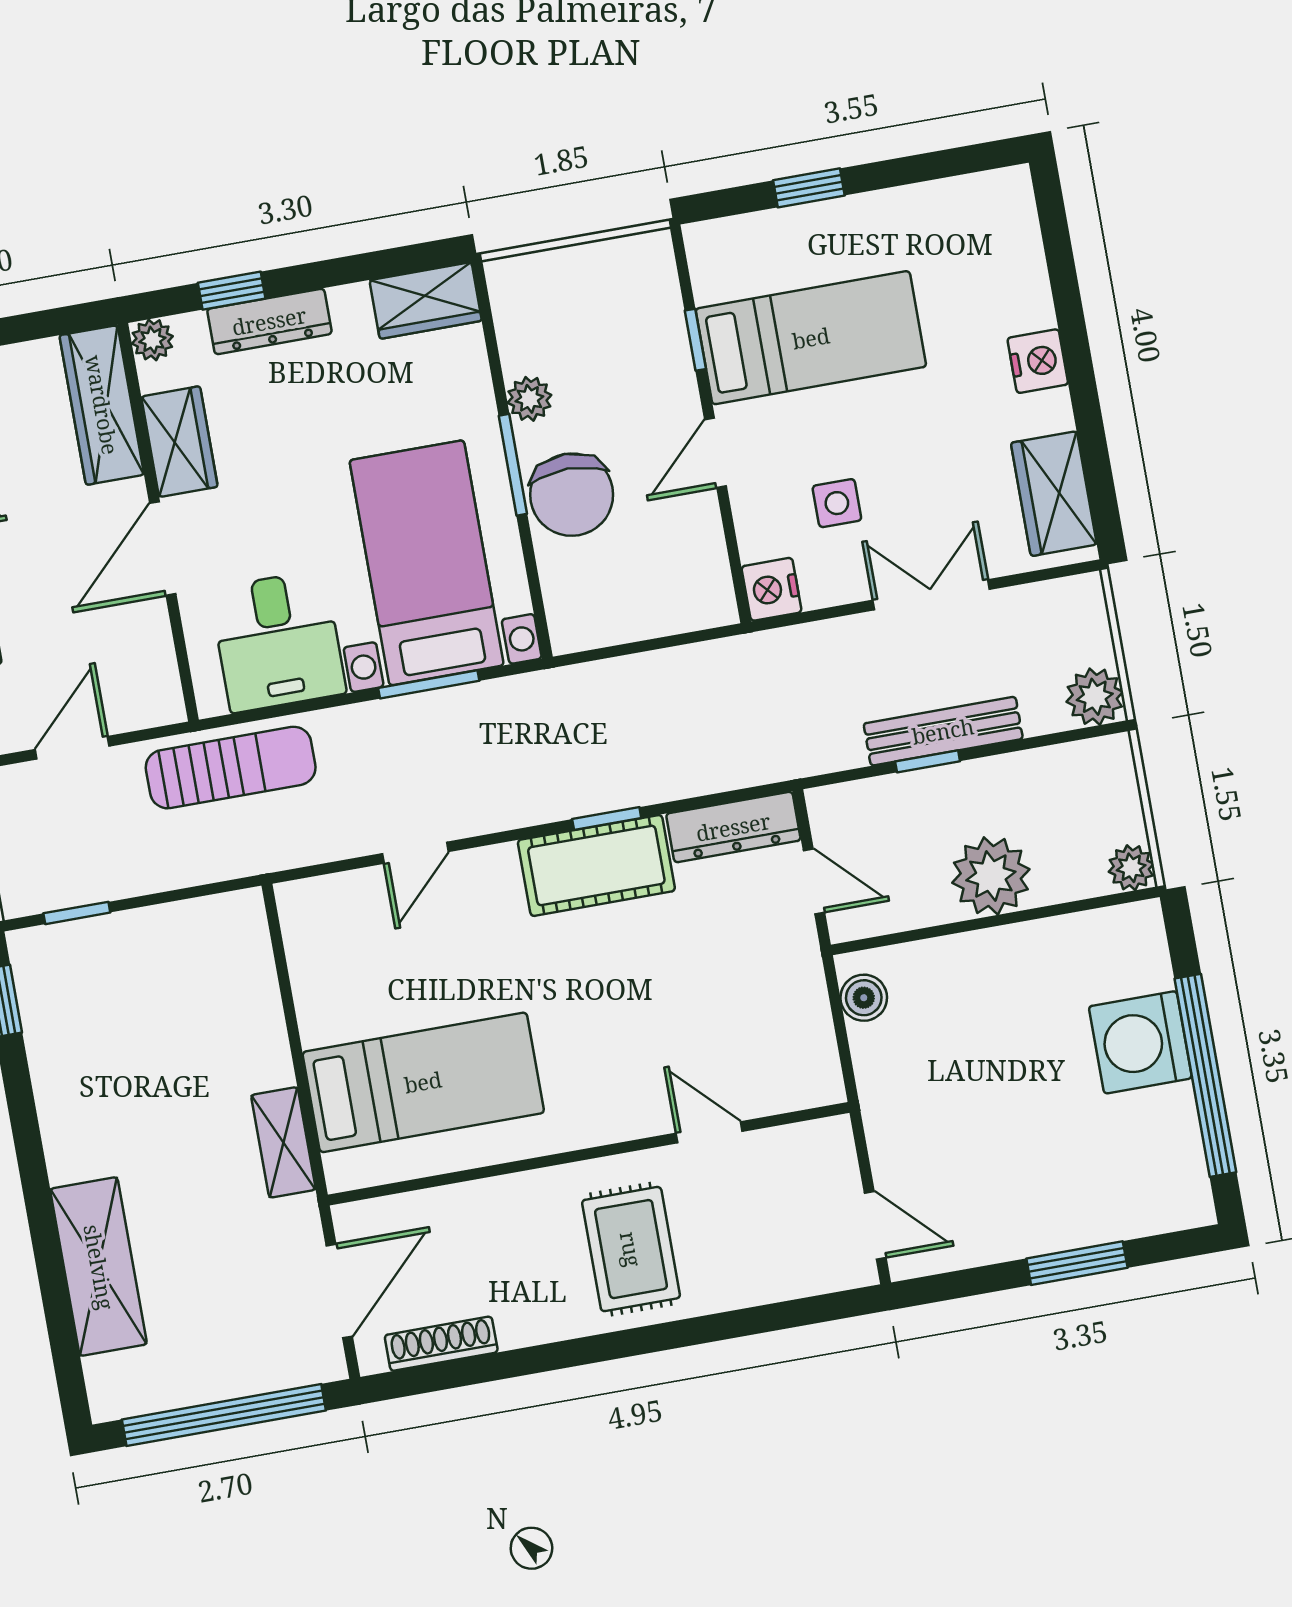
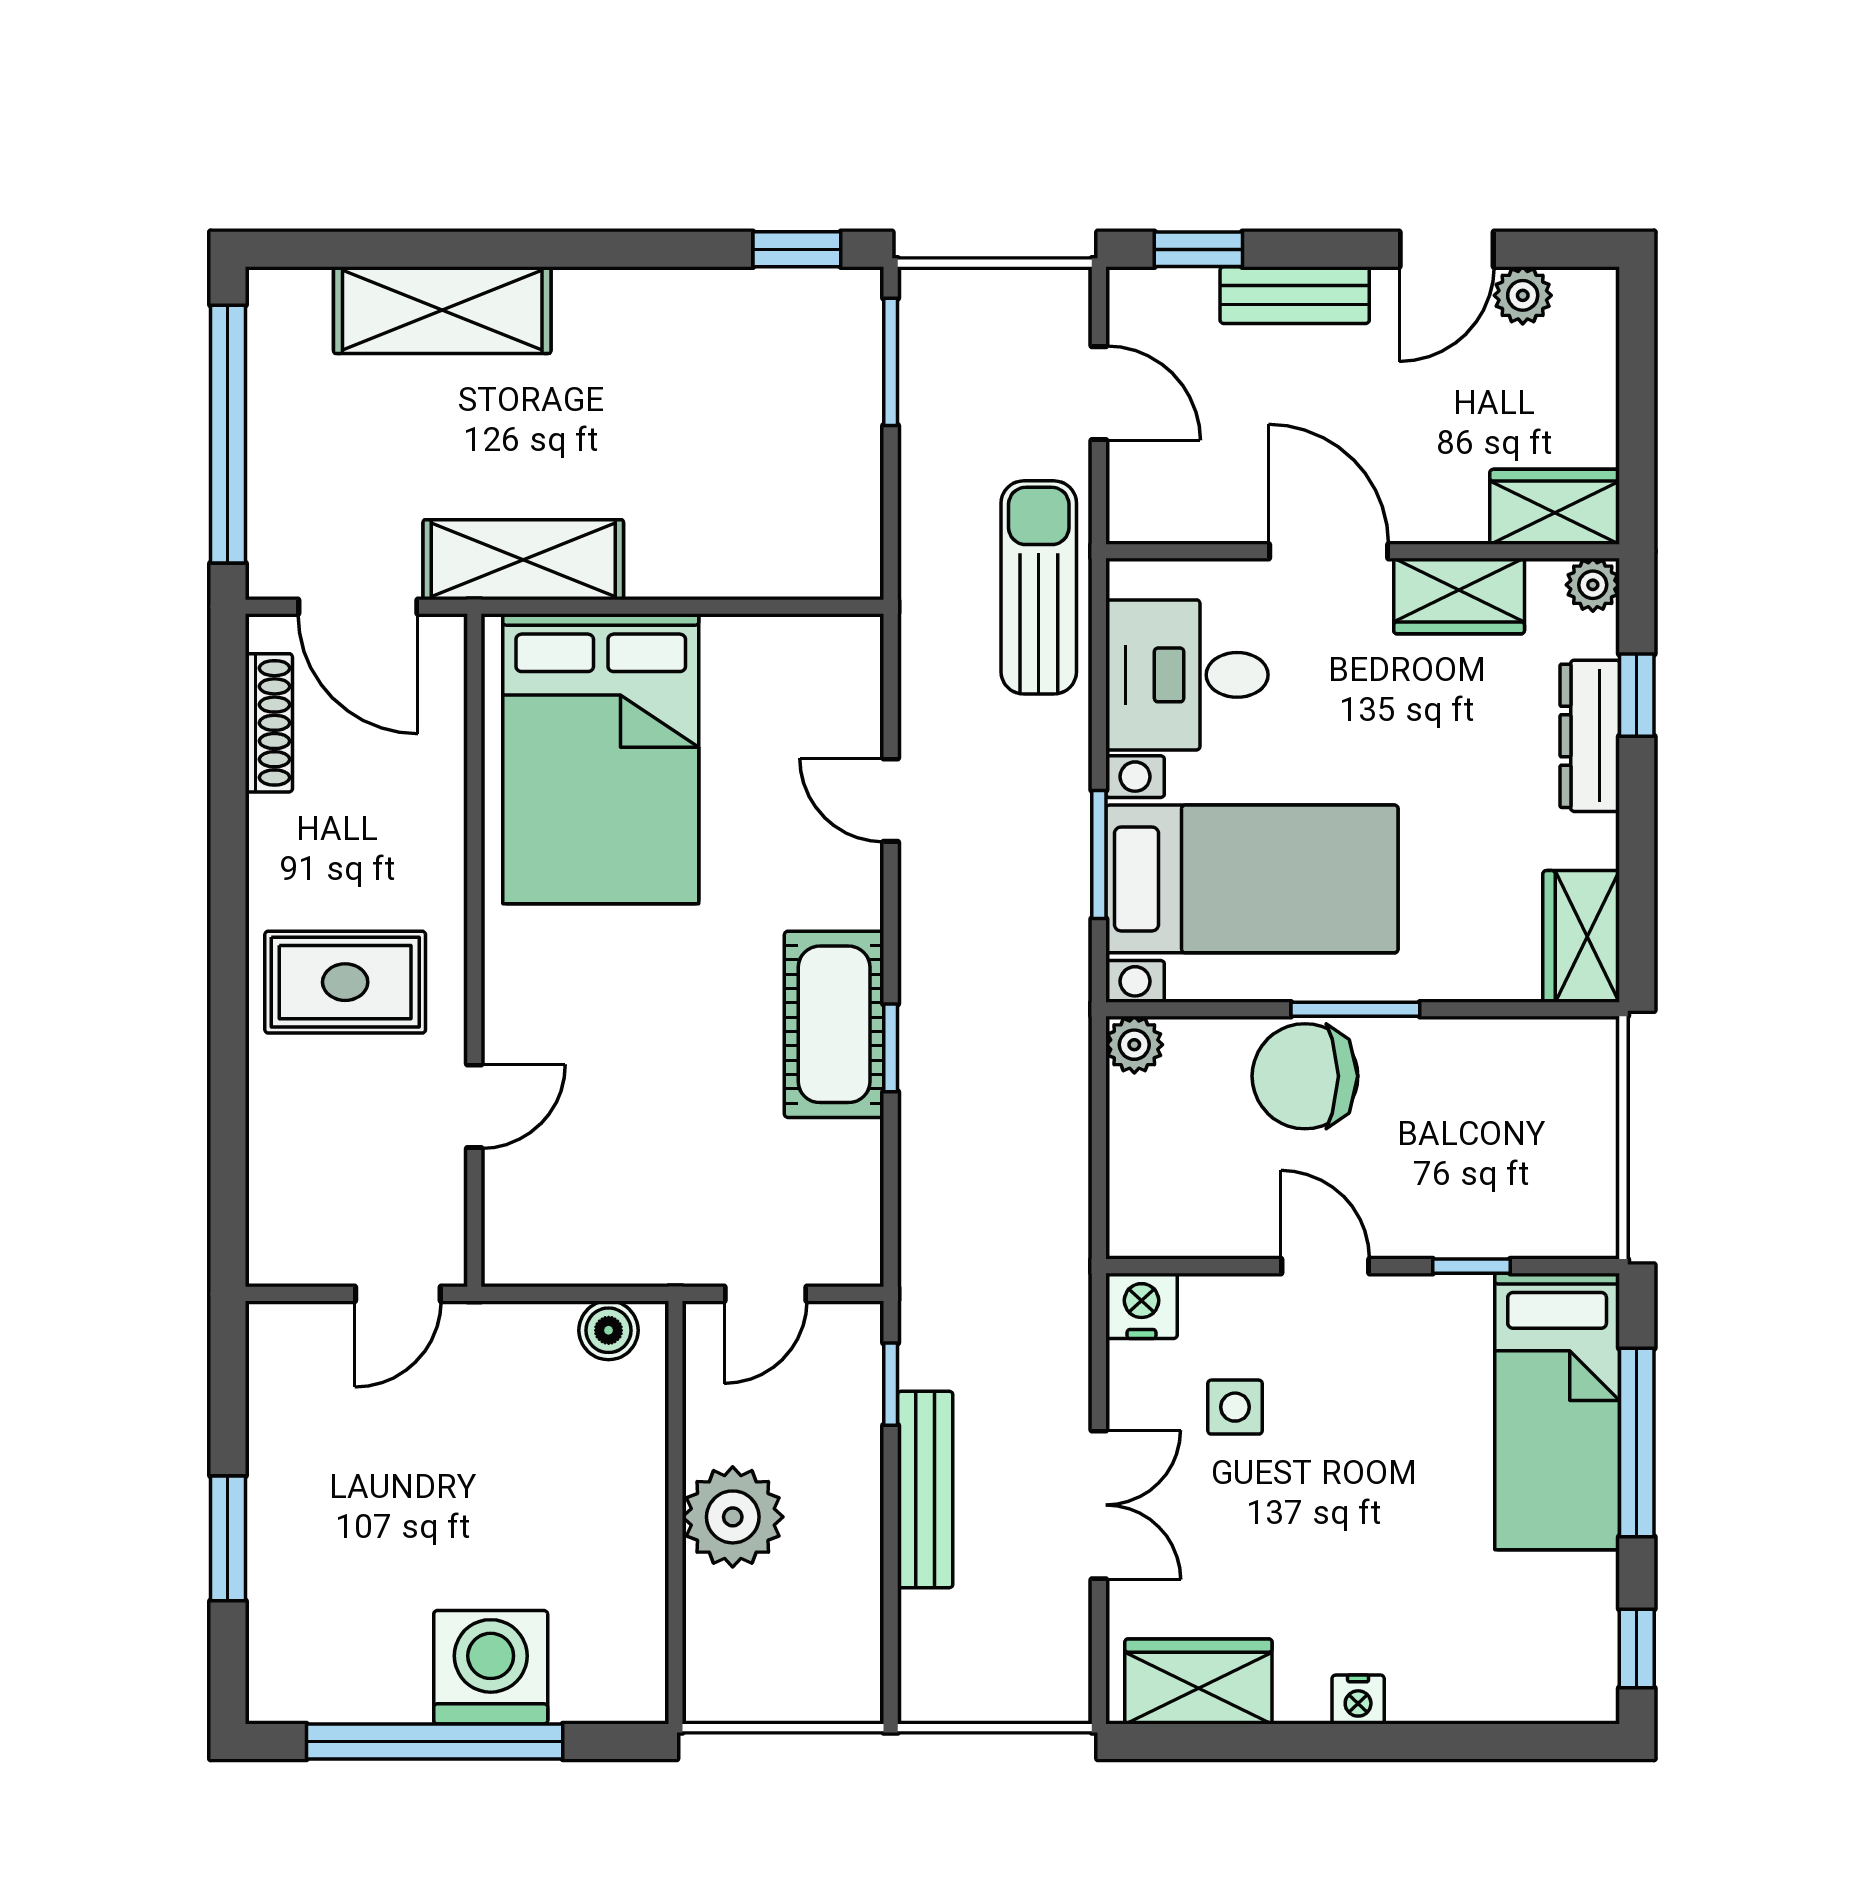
window: (968, 160) -> (1637, 1649), added
window: (809, 188) -> (1637, 1442), width x2.17
bed: (811, 338) -> (1557, 1411), moved
nightstand: (1038, 361) -> (1358, 1700), width x0.72, depth x0.74
plant: (529, 399) -> (1134, 1045), moved
wardrobe: (102, 405) -> (1555, 507), width x0.67
plant: (1095, 697) -> (934, 1687), removed
window: (928, 761) -> (891, 1384), moved
sun lounger: (231, 768) -> (1039, 587), turned 180
dresser: (733, 827) -> (852, 1205), removed
plant: (1131, 868) -> (712, 1695), removed
window: (77, 913) -> (891, 362), width x1.50
bed: (423, 1082) -> (601, 759), width x1.50
shelving: (283, 1142) -> (523, 560), width x1.50, depth x1.33
door: (875, 1225) -> (398, 1294), moved

